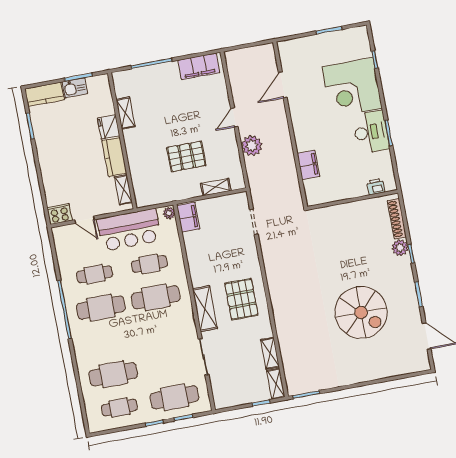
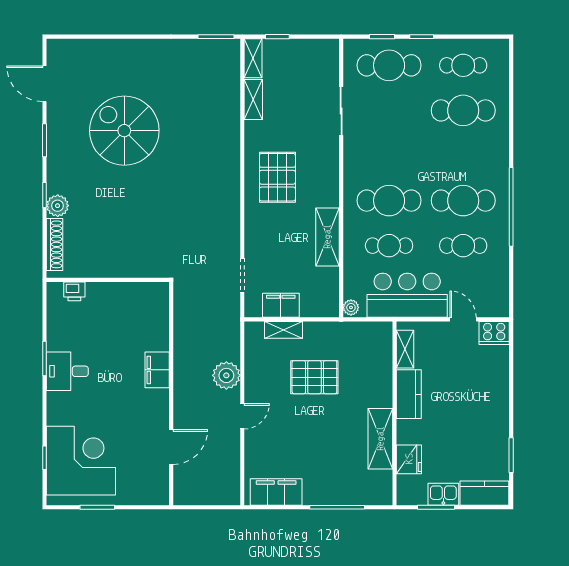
corner desk: (352, 88) -> (81, 461), moved
shelving: (125, 113) -> (380, 439), width x1.50, depth x1.33
fridge: (109, 127) -> (409, 459), moved
desk: (371, 132) -> (67, 371), width x0.73
filing cabinet: (308, 165) -> (157, 370), moved
filing cabinet: (188, 217) -> (281, 305), moved, turned 90
shelving: (205, 309) -> (327, 237), moved

